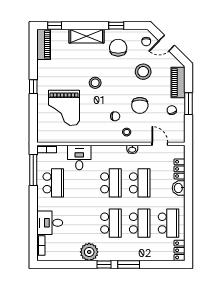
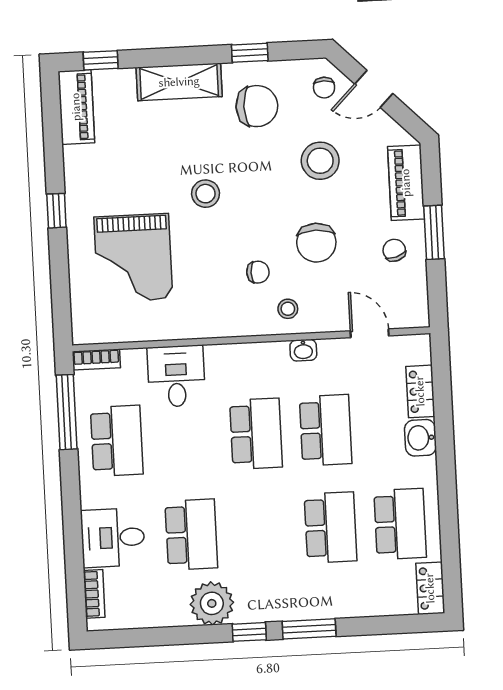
chair: (118, 48) -> (257, 106), turned 90
school desk: (111, 223) -> (191, 535), moved

